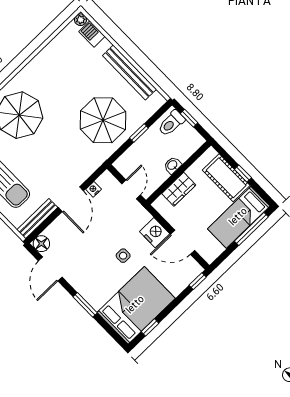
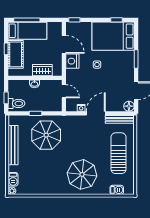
door: (131, 189) -> (64, 91), swing flipped

